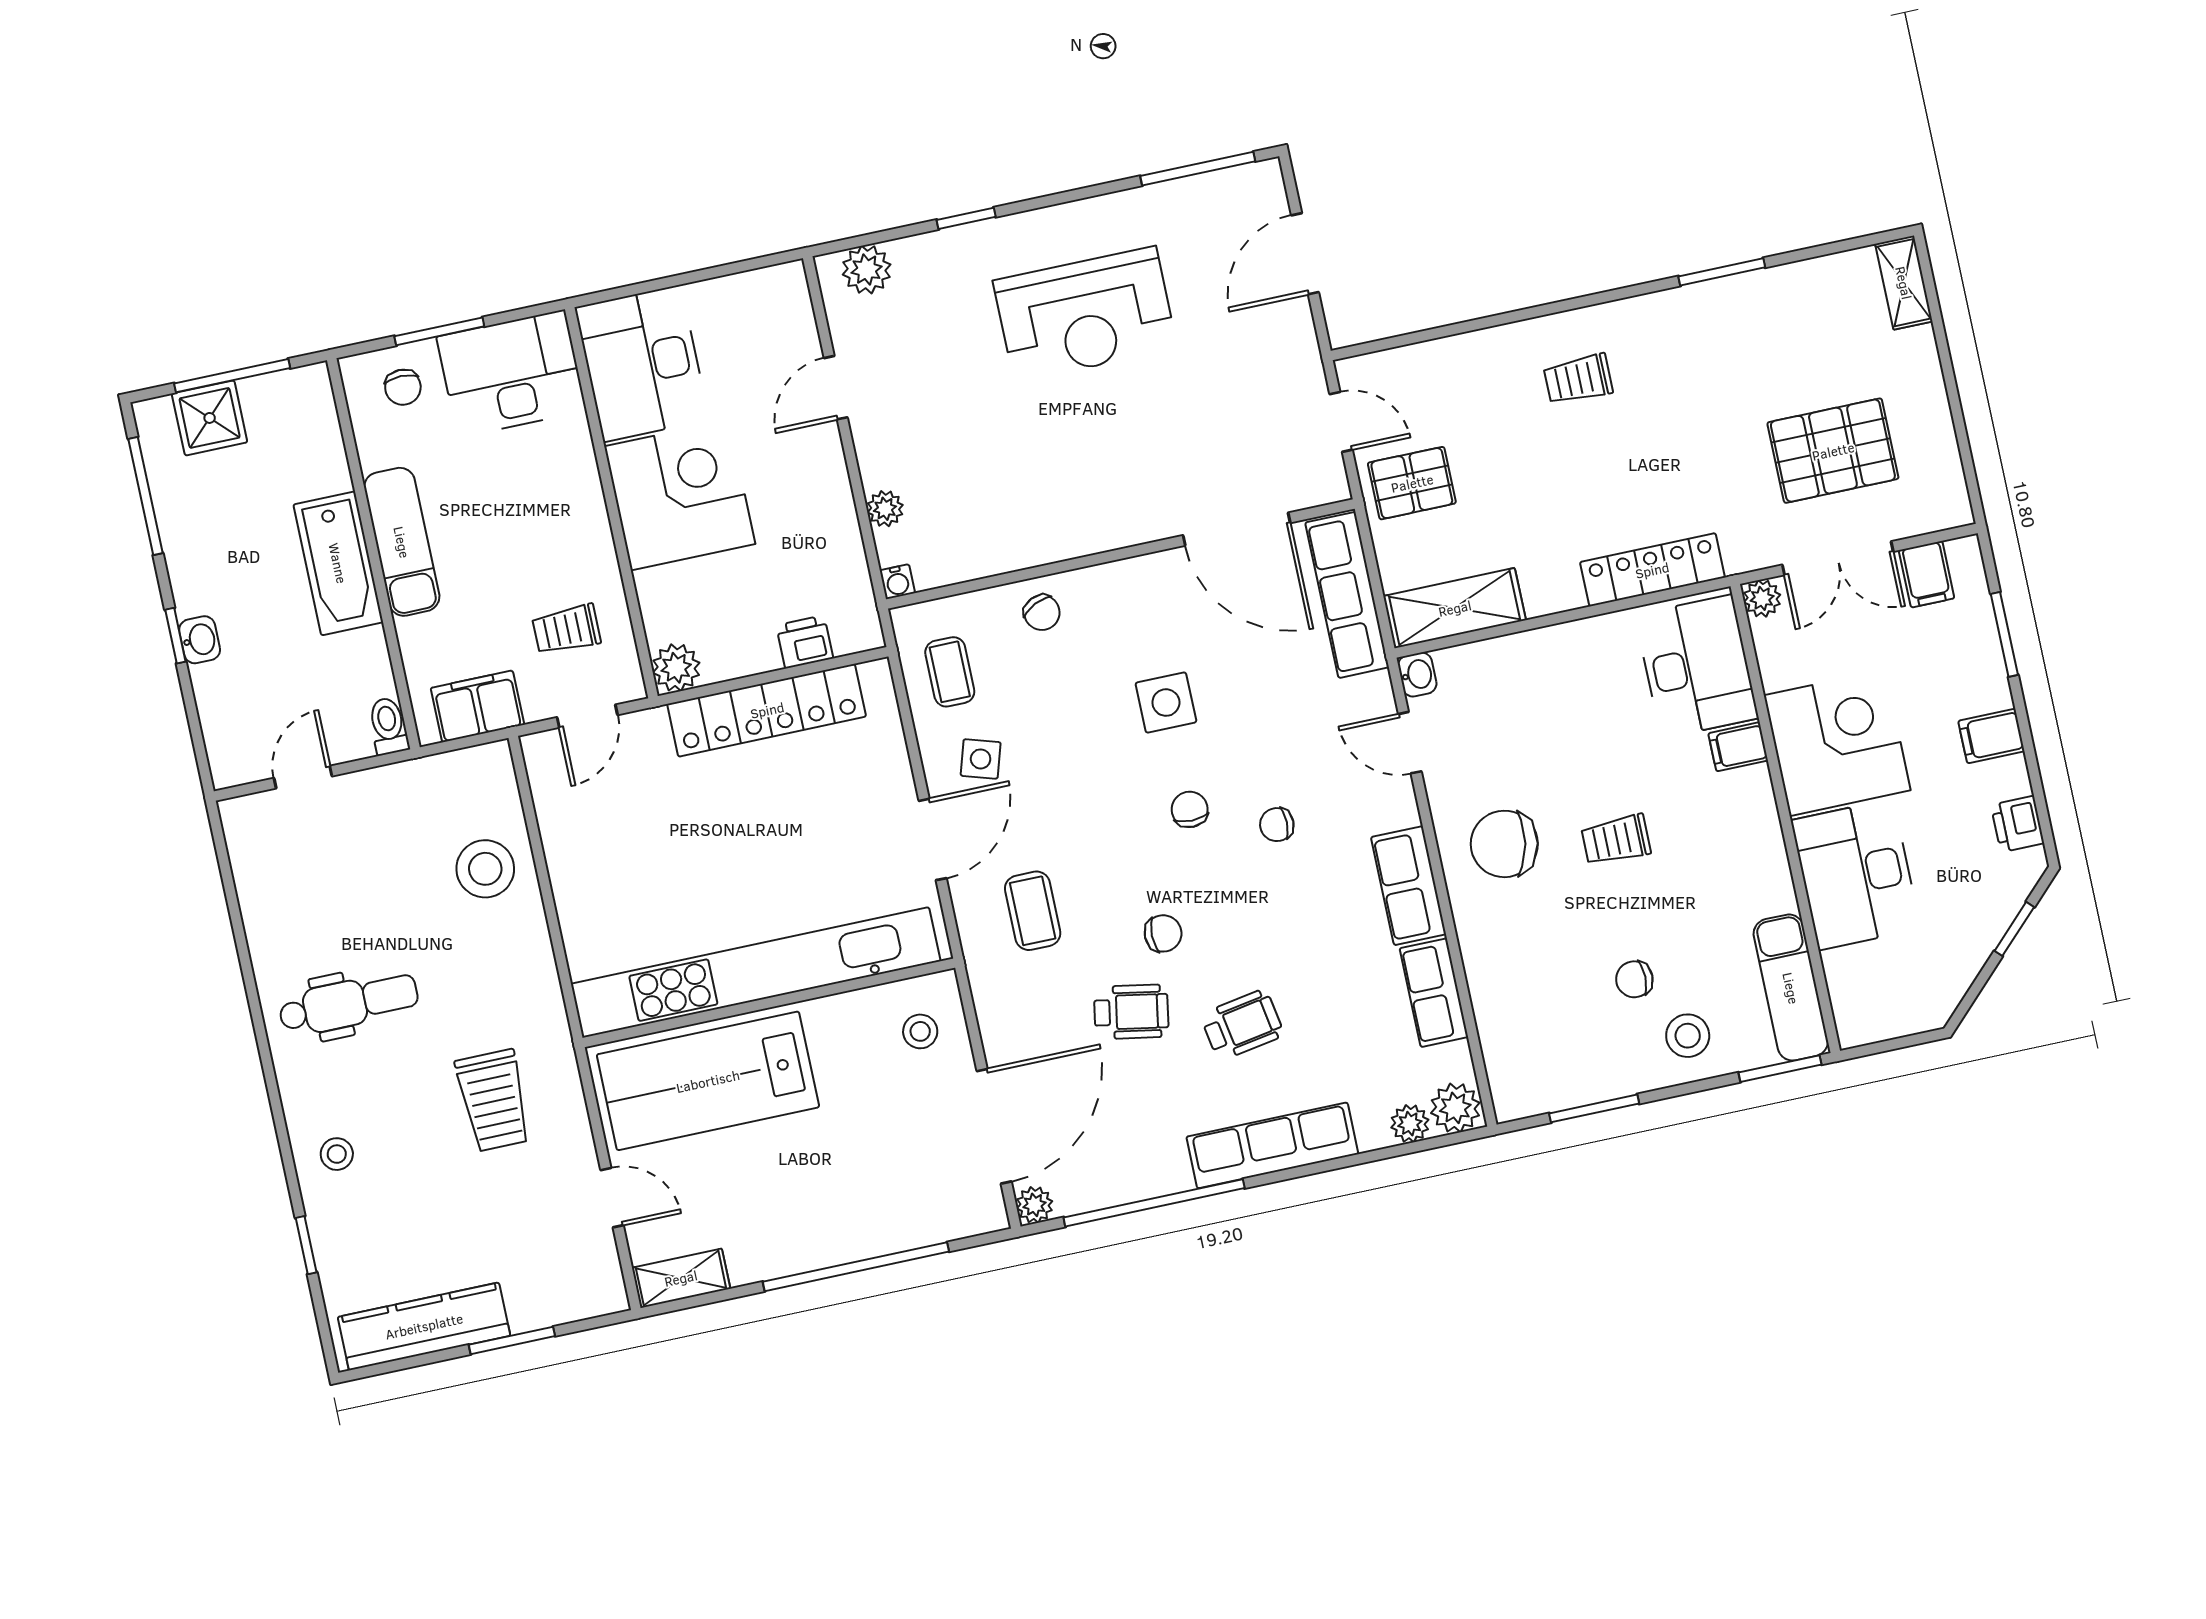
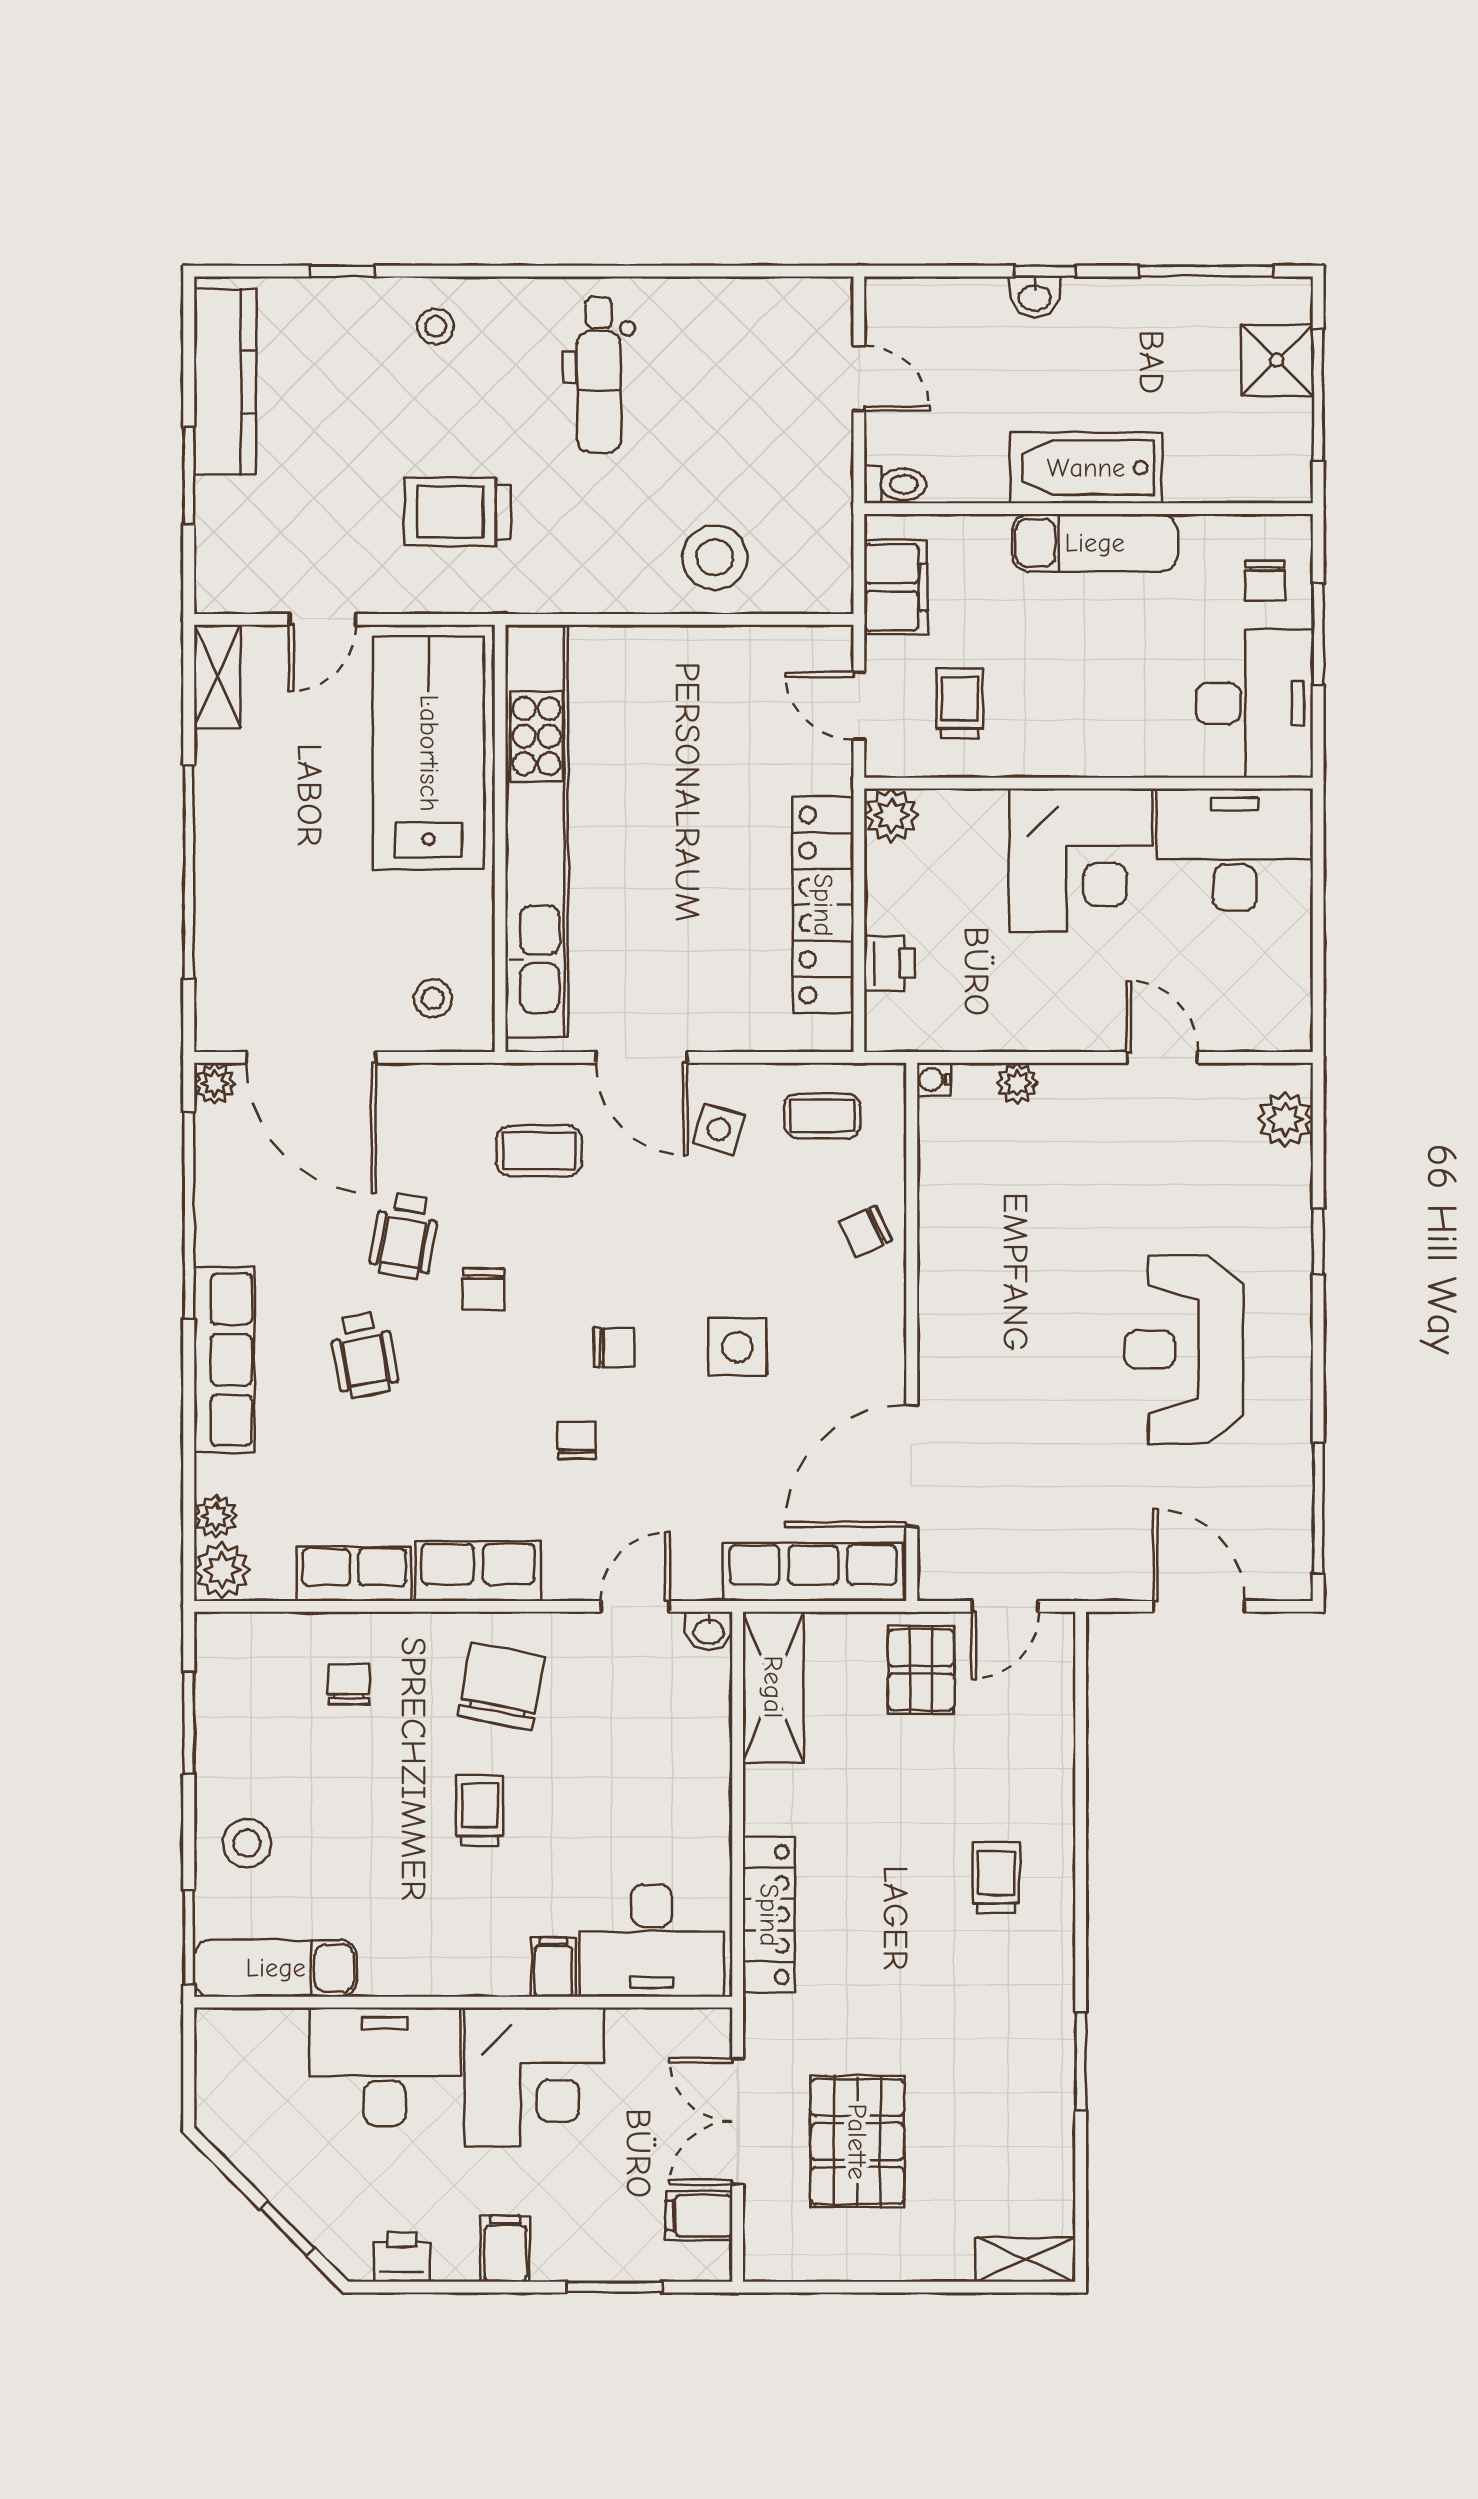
chair: (403, 387) -> (1265, 581), turned -90
plant: (1762, 598) -> (711, 2029), removed
chair: (1634, 979) -> (349, 1684), moved

